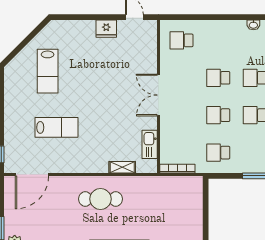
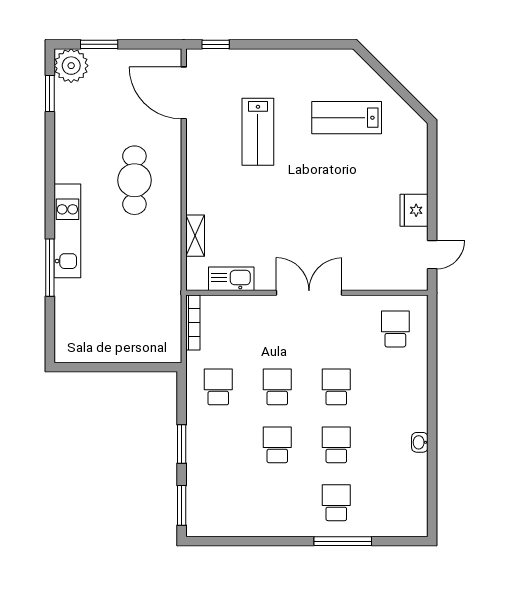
cafe table: (100, 199) -> (134, 180), moved

